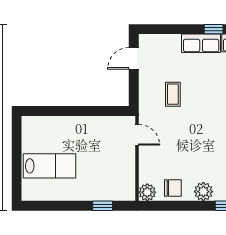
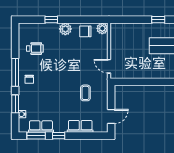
row of seats: (201, 43) -> (80, 126), moved
window: (103, 206) -> (158, 20), moved

